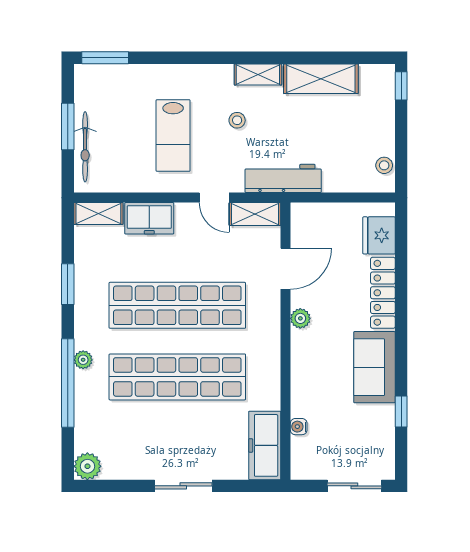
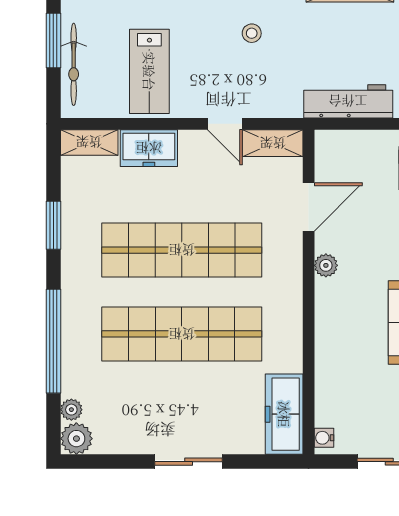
lab bench: (173, 135) -> (149, 71), moved
workbench: (283, 178) -> (348, 101), moved
plant: (83, 360) -> (71, 410), moved
water cooler: (299, 427) -> (324, 438), moved

